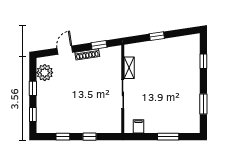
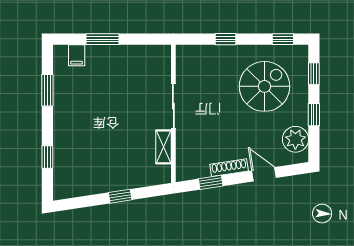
door: (65, 50) -> (264, 174), swing flipped
spiral stairs: (65, 106) -> (265, 86), added
filing cabinet: (138, 126) -> (77, 55), moved
window: (63, 137) -> (283, 39), moved

